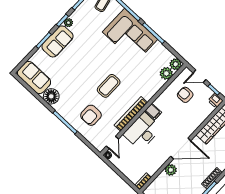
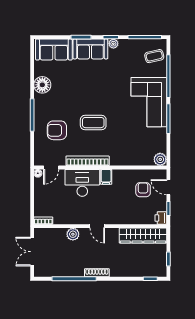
plant: (166, 73) -> (146, 159), removed
sofa: (34, 78) -> (54, 50), moved, turned 90
door: (181, 148) -> (97, 226), width x0.53

